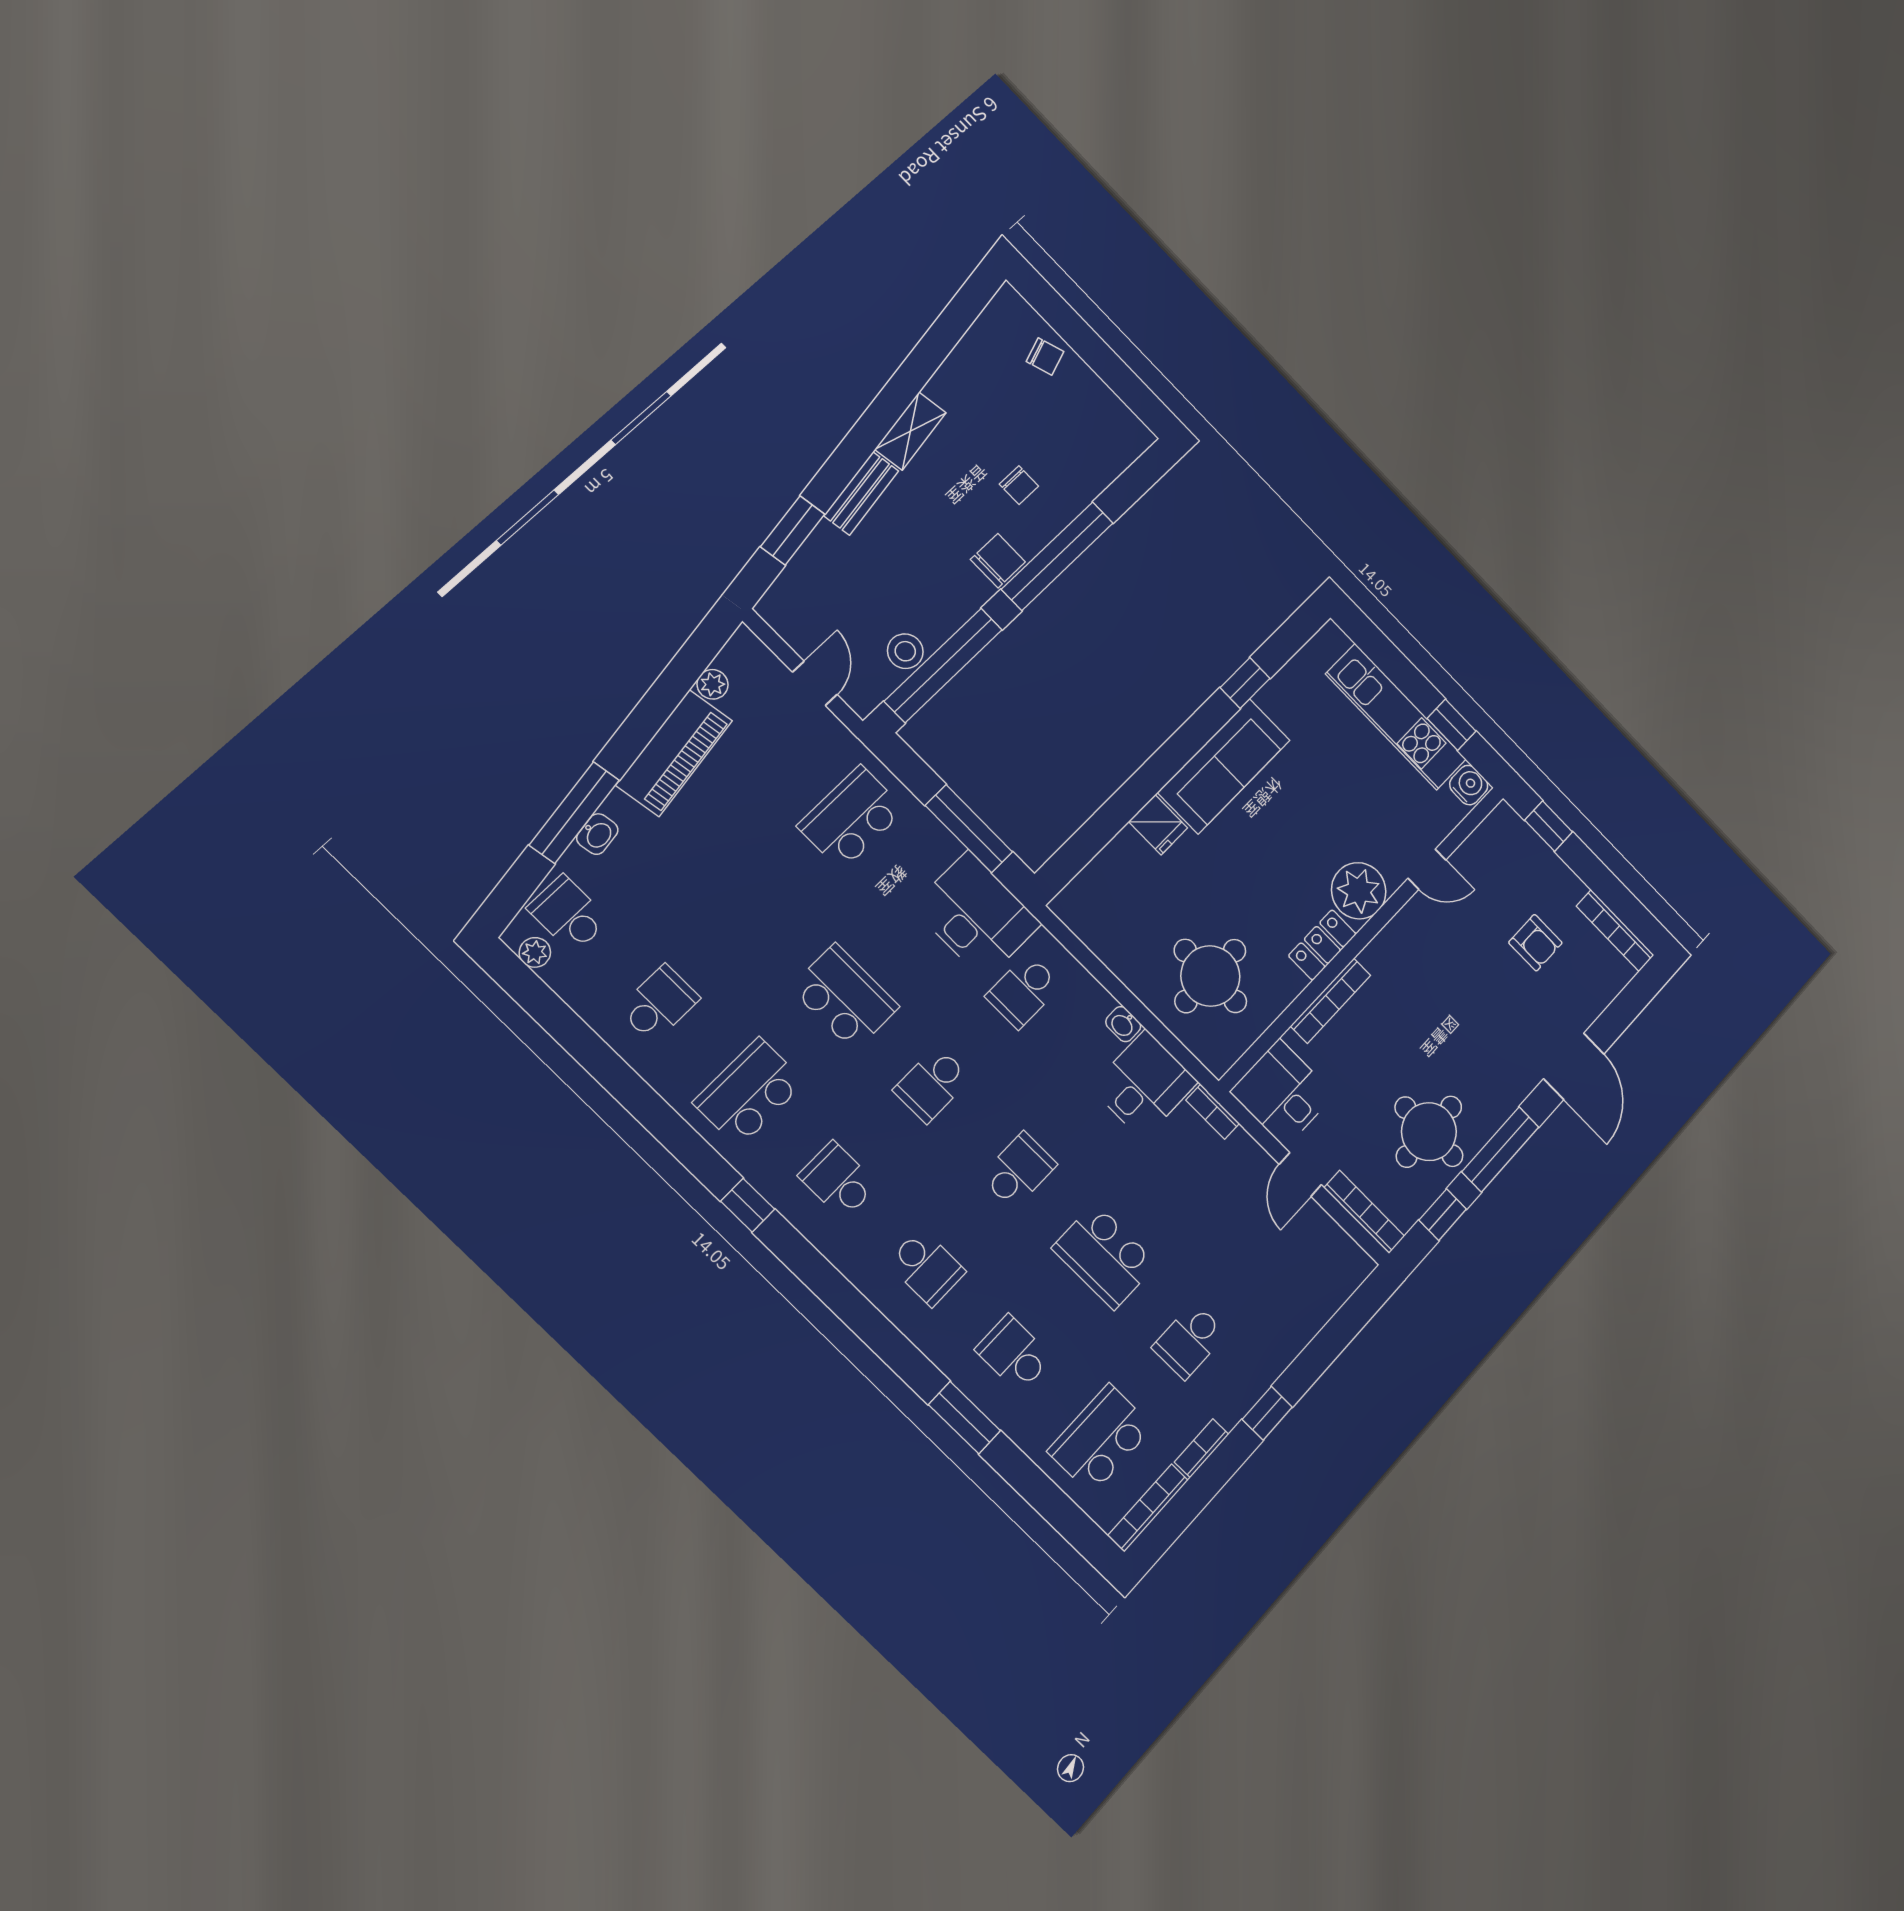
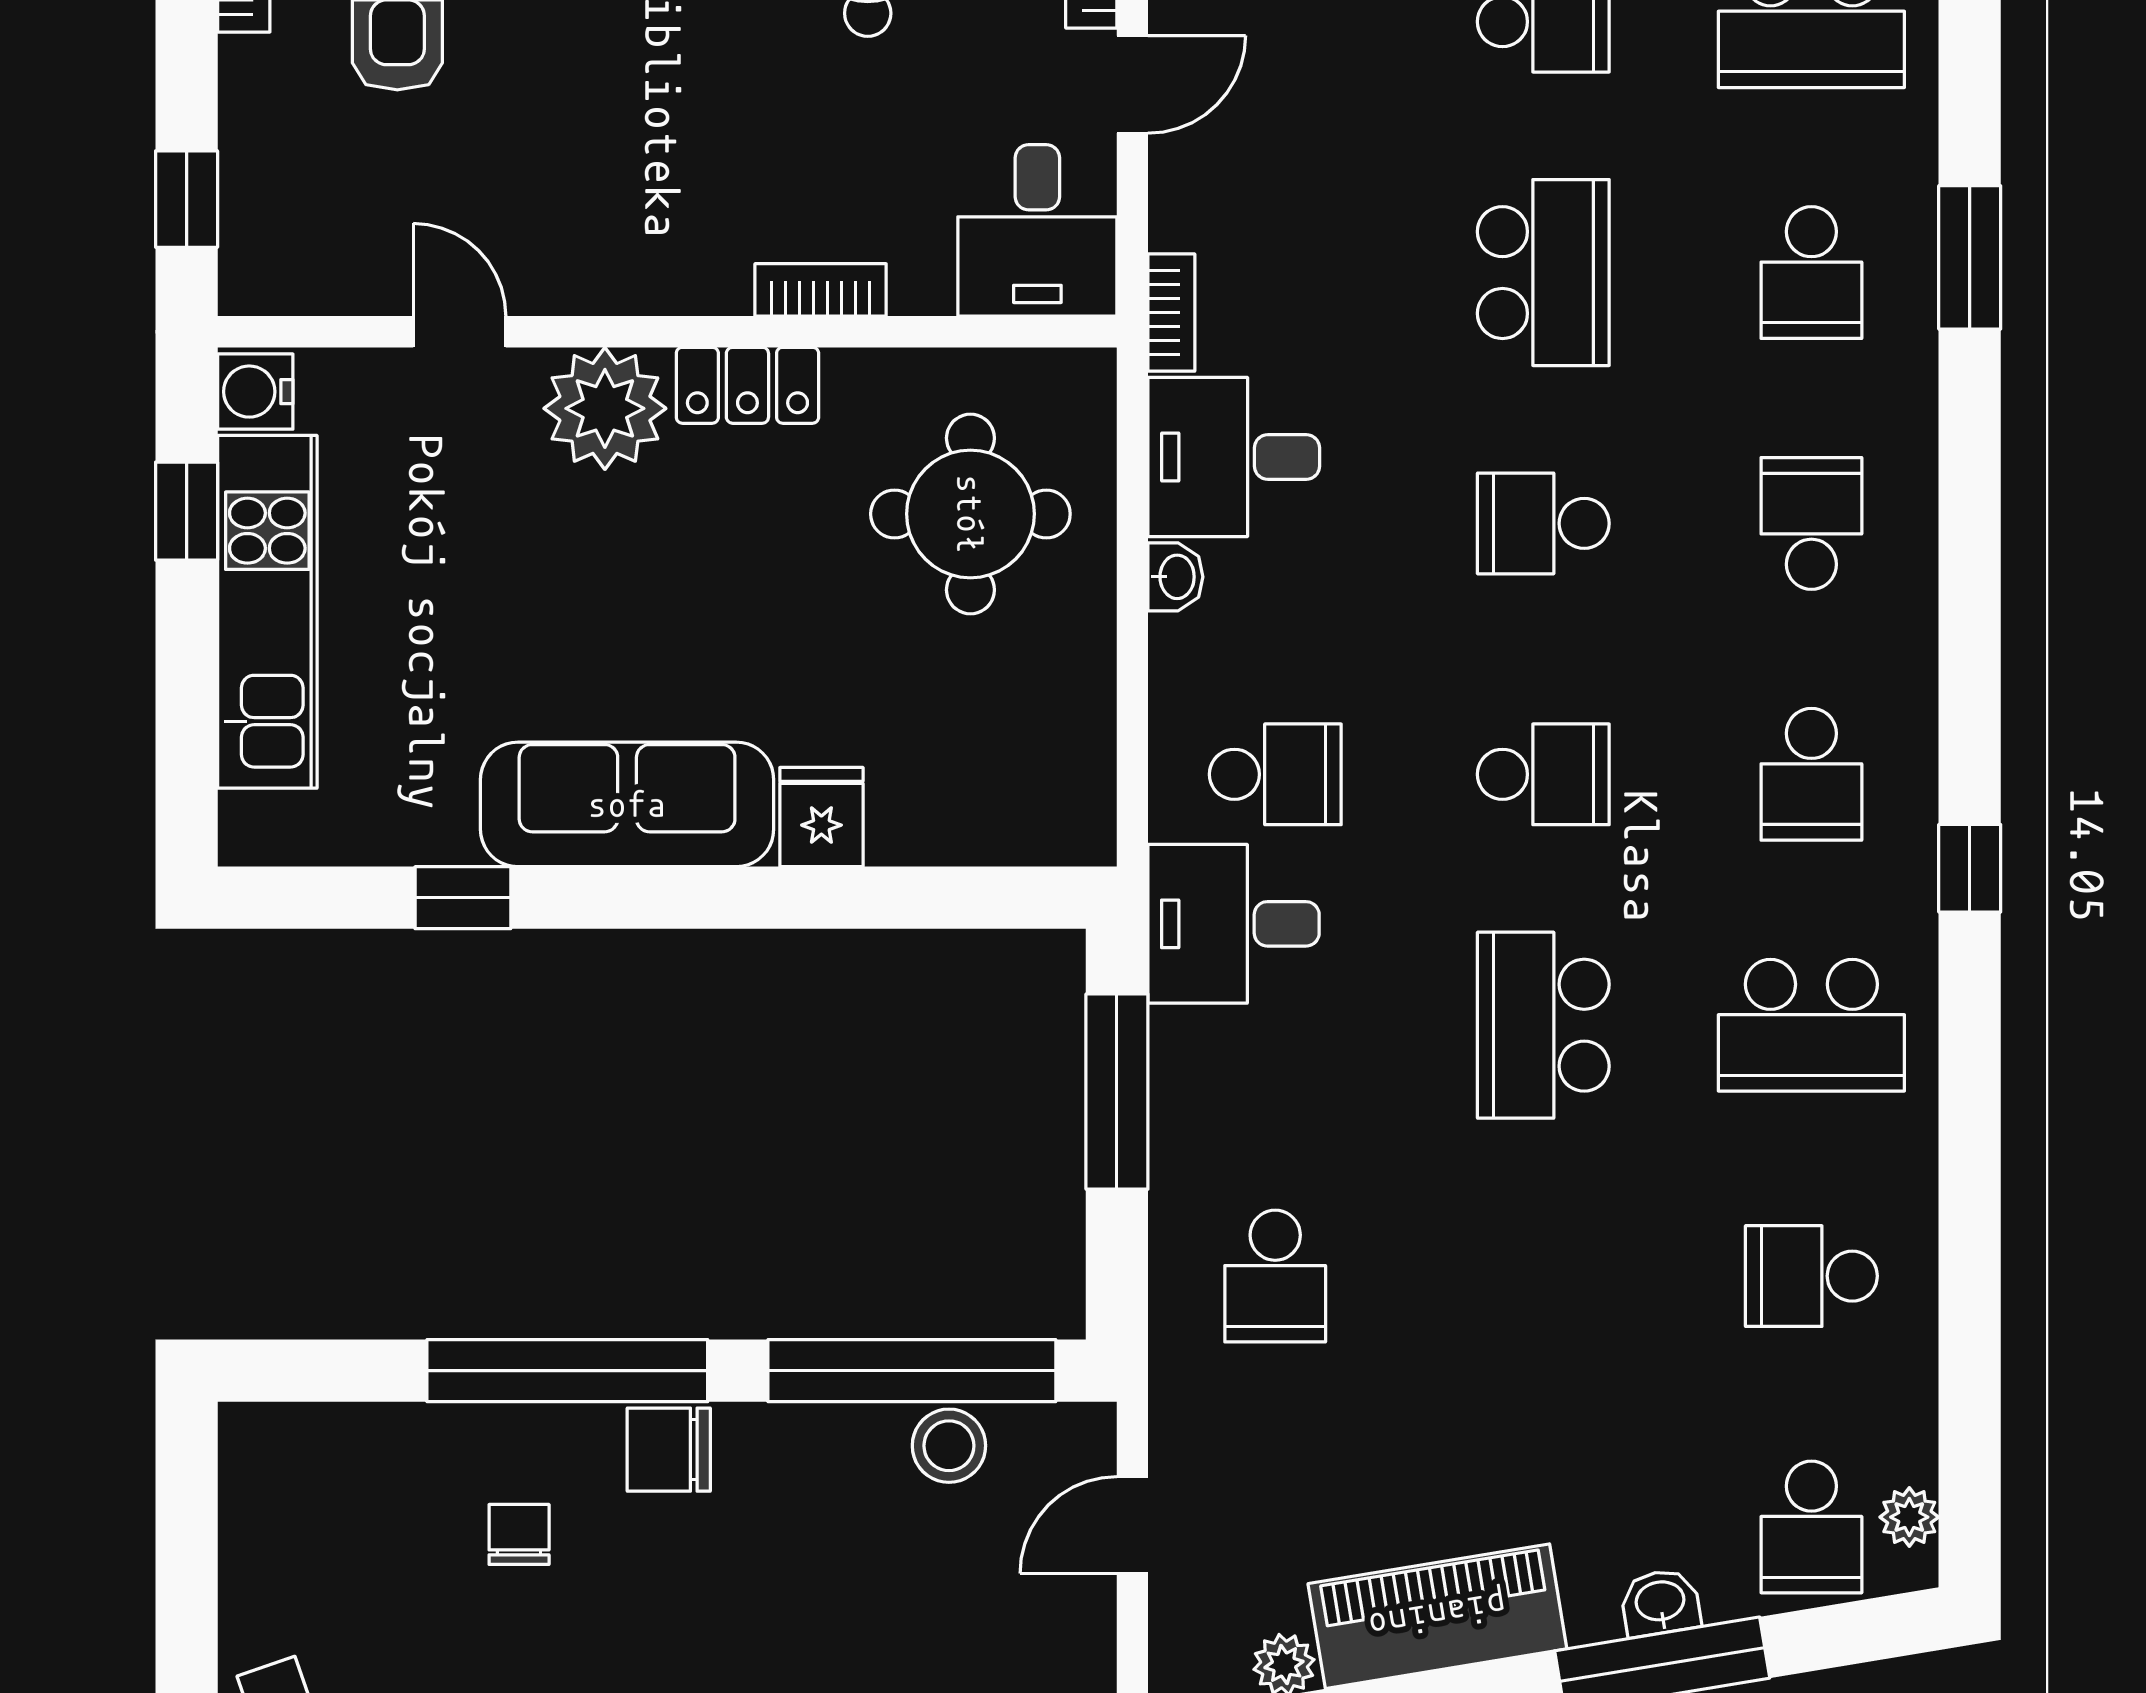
school desk: (851, 818) -> (1275, 1276), width x0.54
desk: (976, 915) -> (1234, 924), width x0.73
bookcase: (1331, 1001) -> (821, 290), width x0.64

